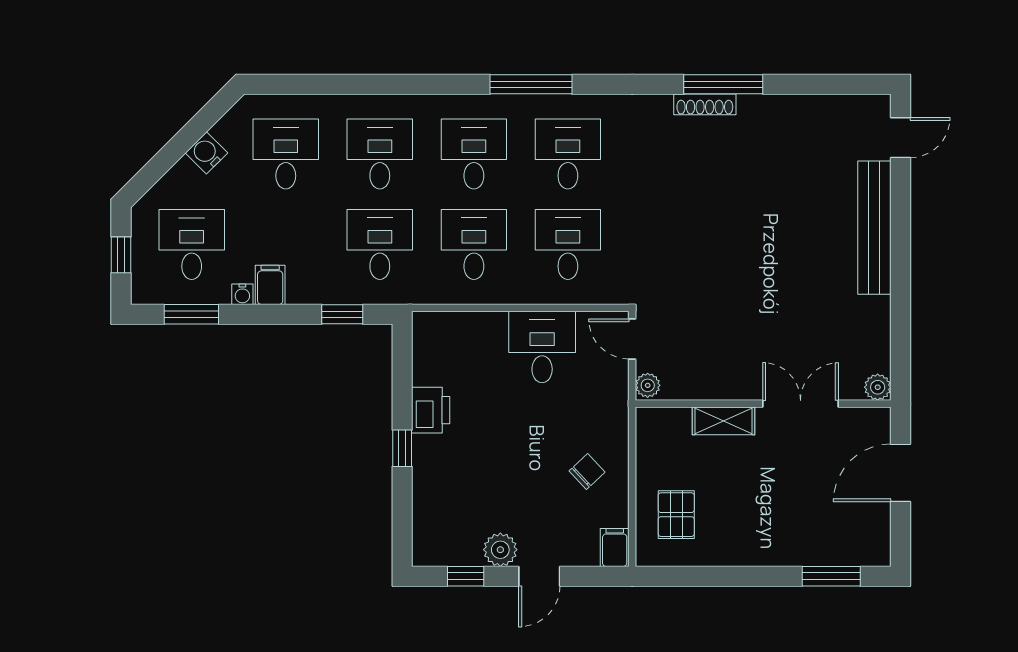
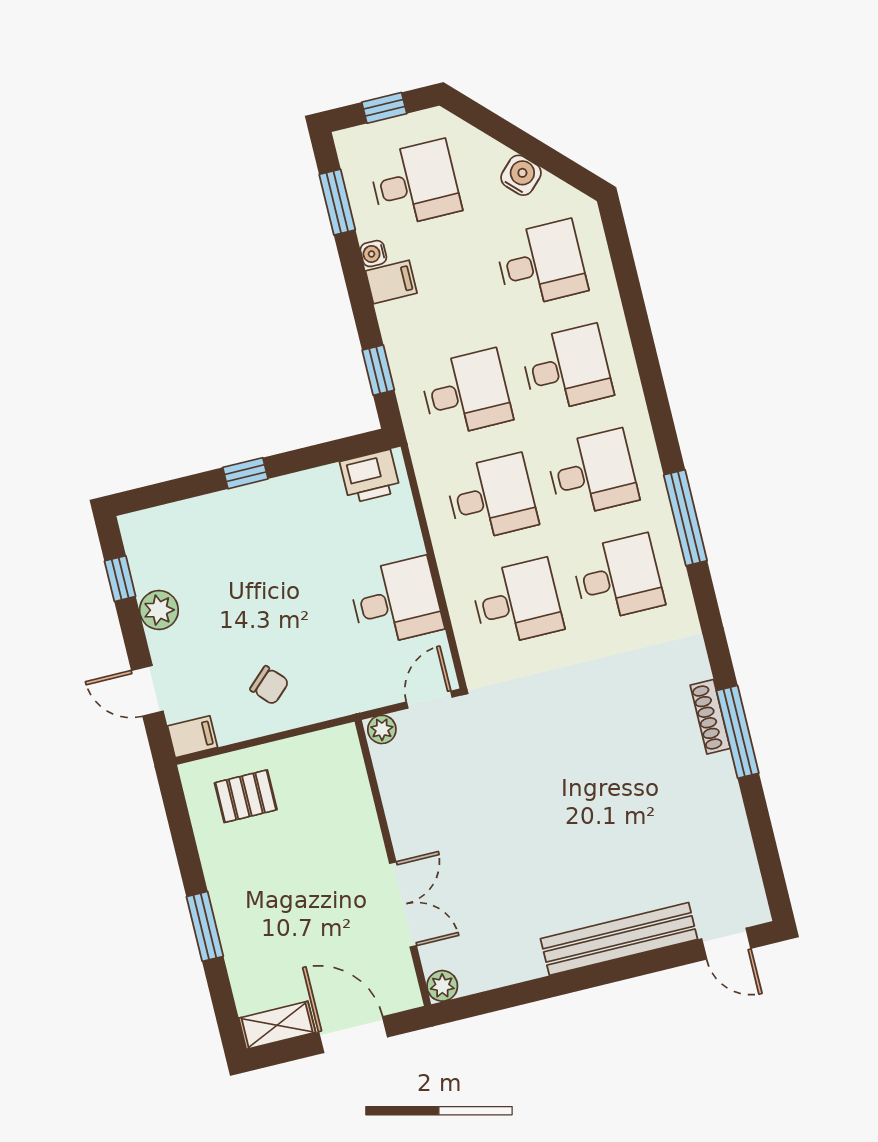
printer: (431, 410) -> (370, 476), moved
shelving: (723, 421) -> (277, 1025), moved, turned 90
door: (539, 576) -> (147, 691), moved
window: (831, 576) -> (205, 926), moved

